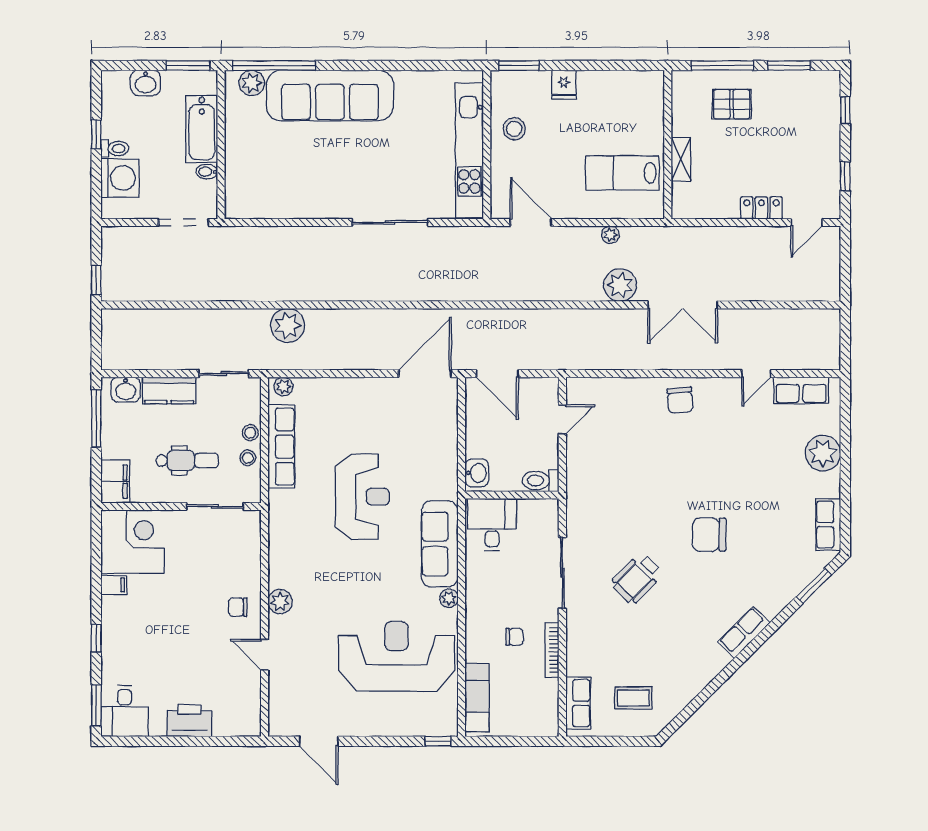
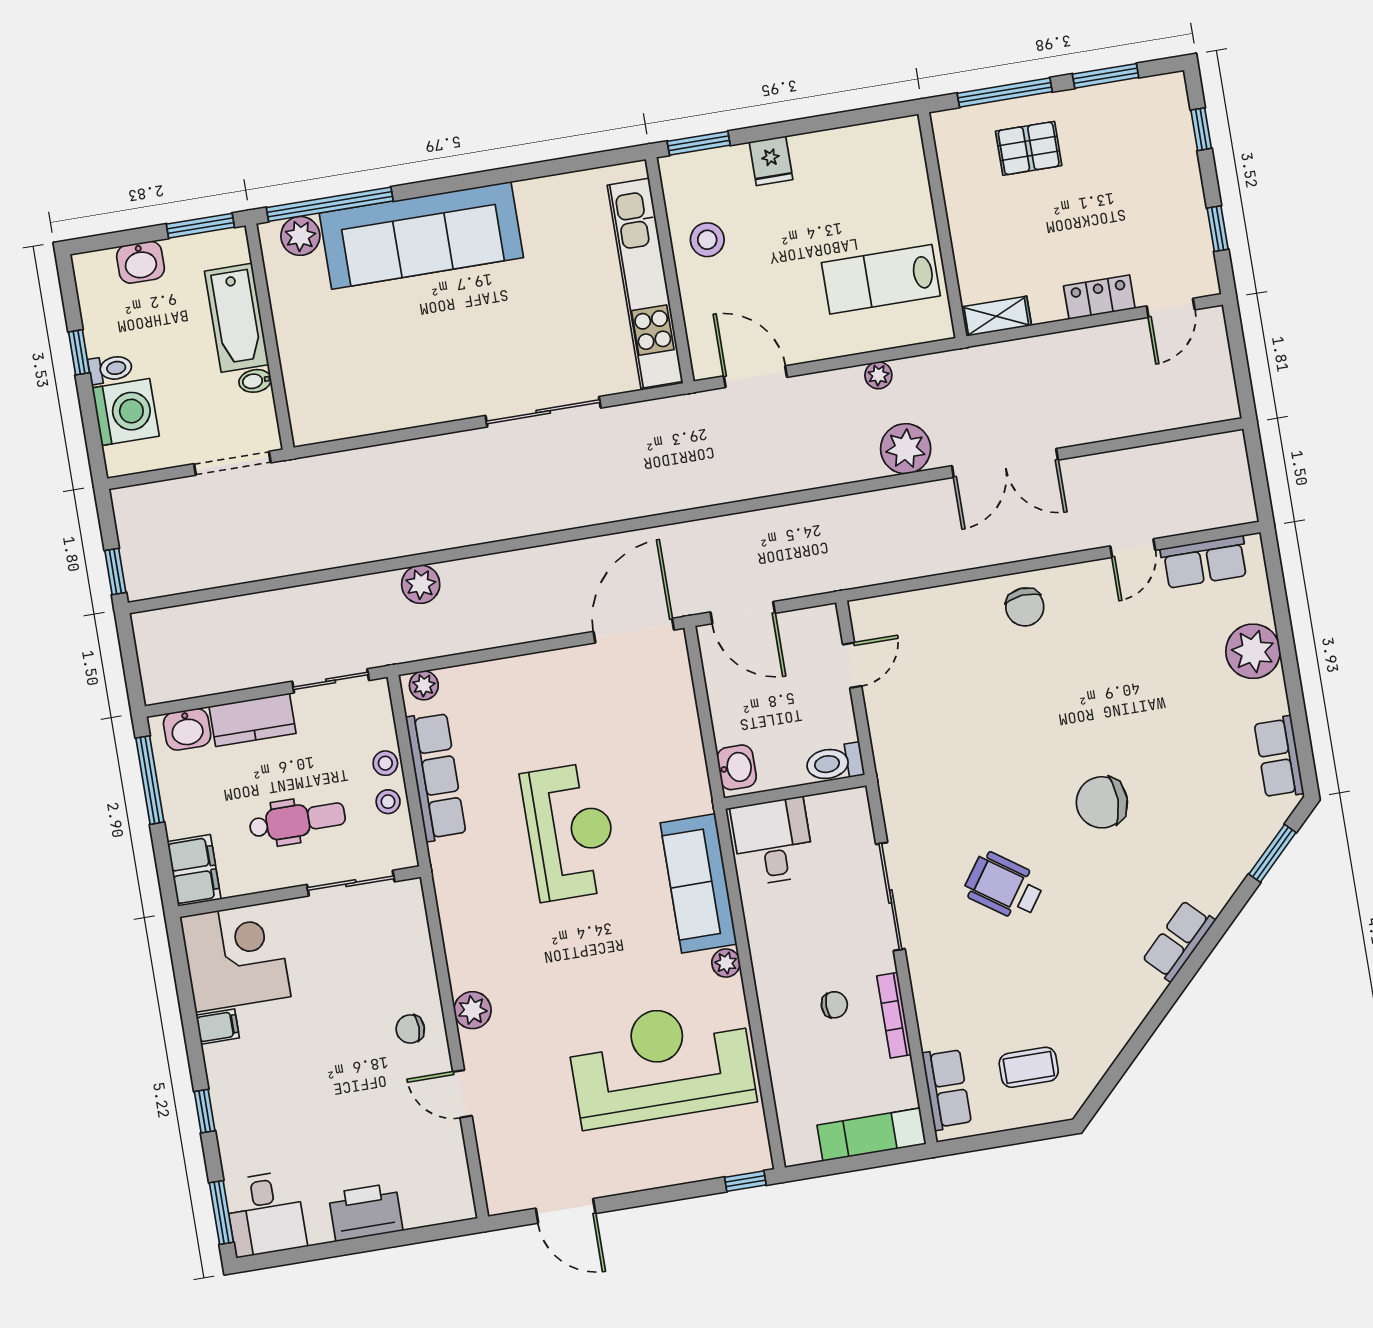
shelving: (681, 159) -> (996, 316), moved, turned 90
plant: (288, 325) -> (421, 584), width x0.73, depth x0.73
wheelchair: (637, 578) -> (1004, 886), turned 81
exam couch: (477, 698) -> (872, 1135), moved, turned -90

